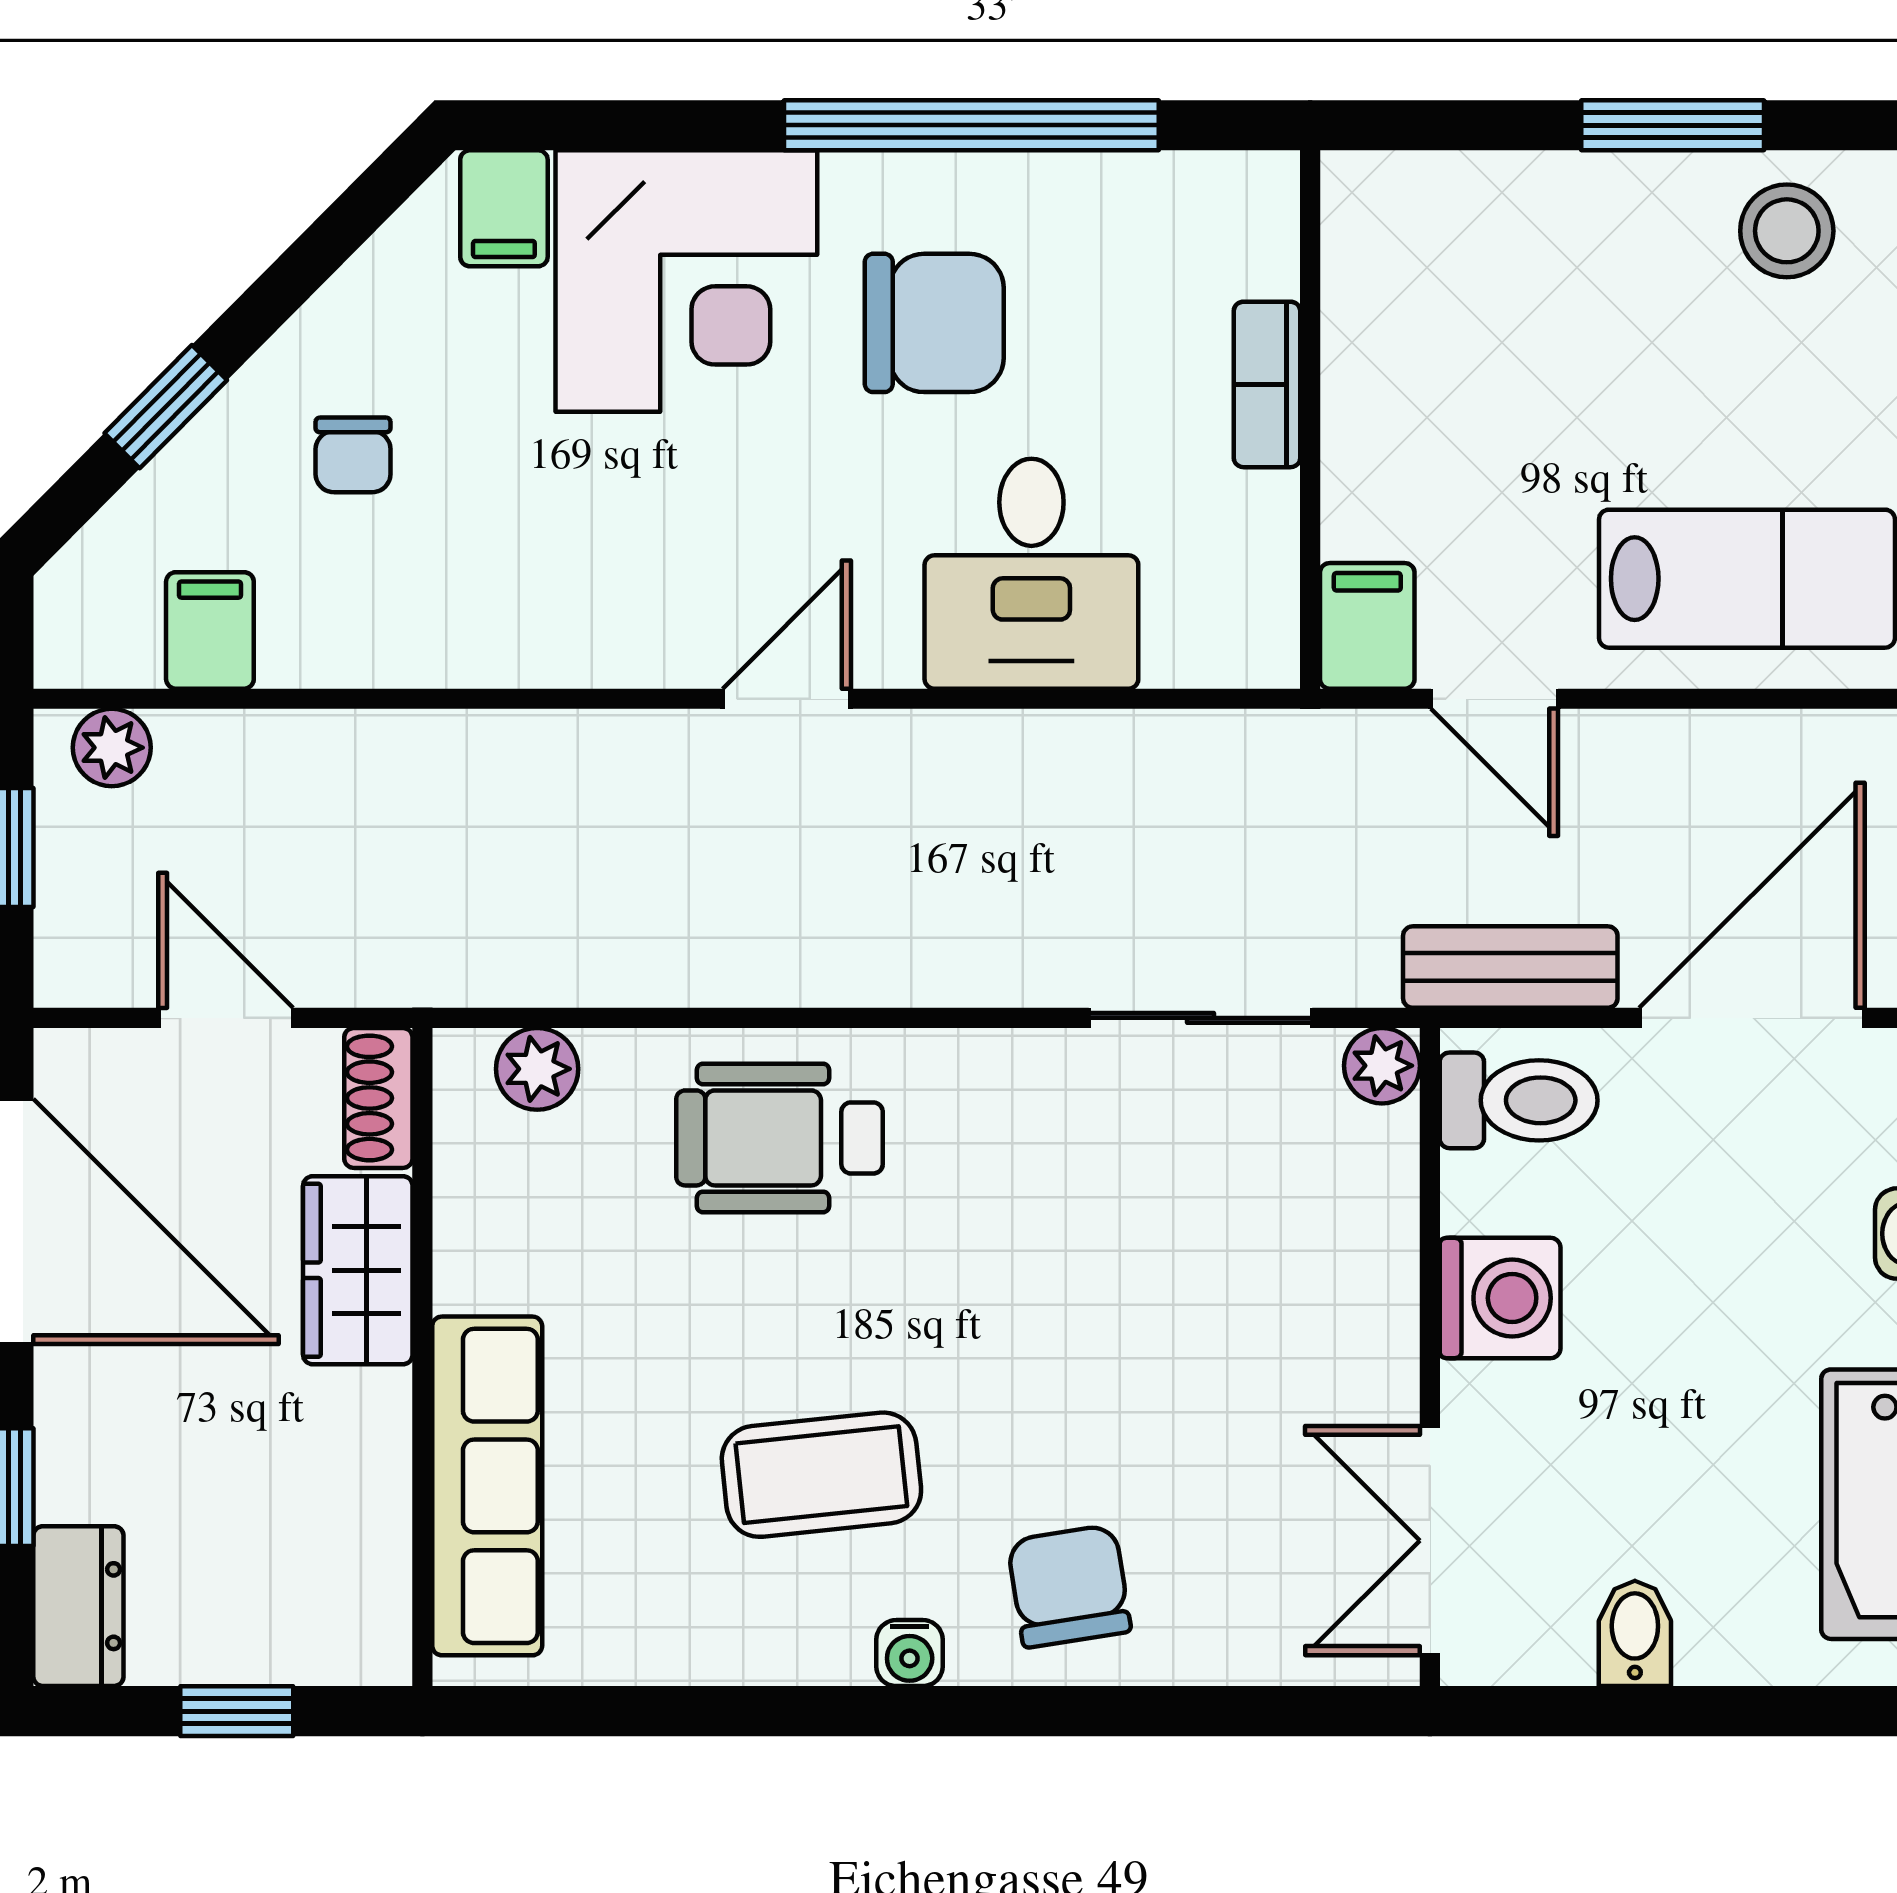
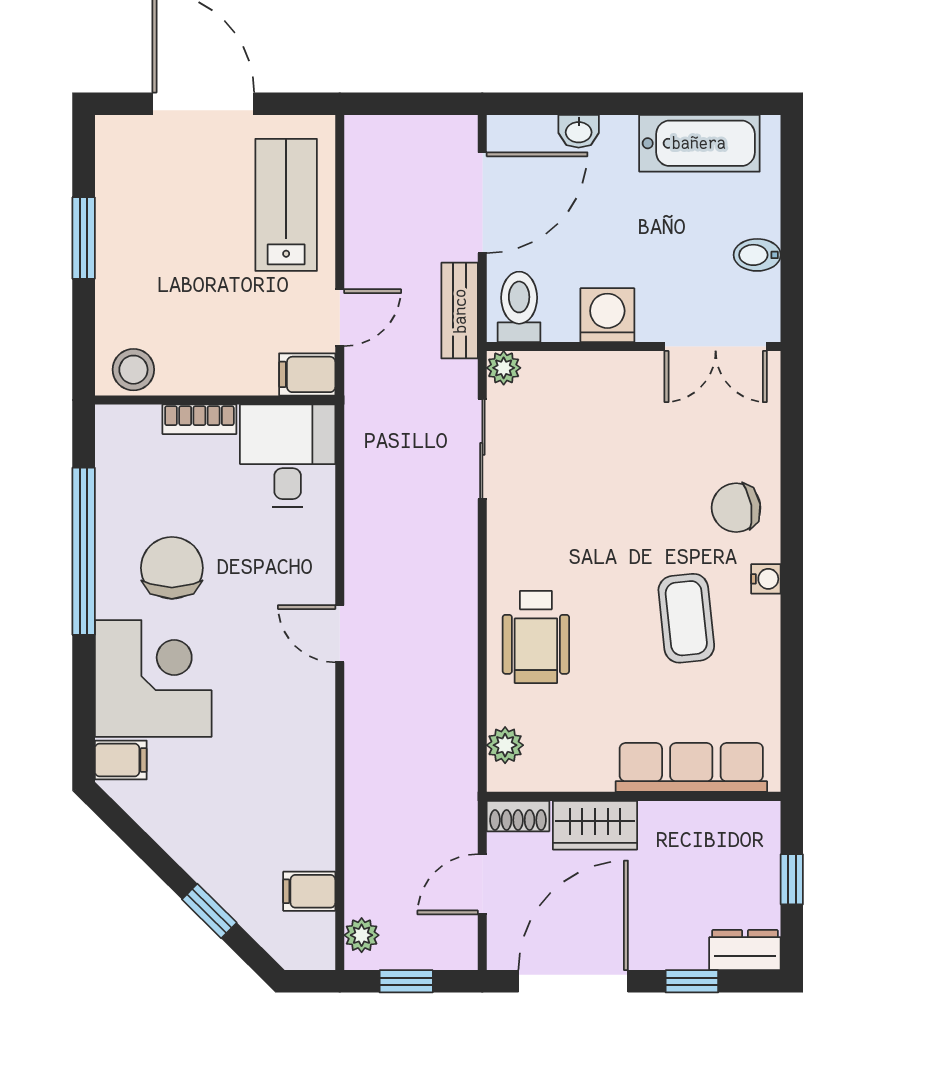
stool: (1787, 231) -> (133, 370), moved
chair: (353, 455) -> (231, 827), removed
desk: (1031, 574) -> (288, 456), moved, turned -90
door: (1752, 1018) -> (482, 203), swing flipped

